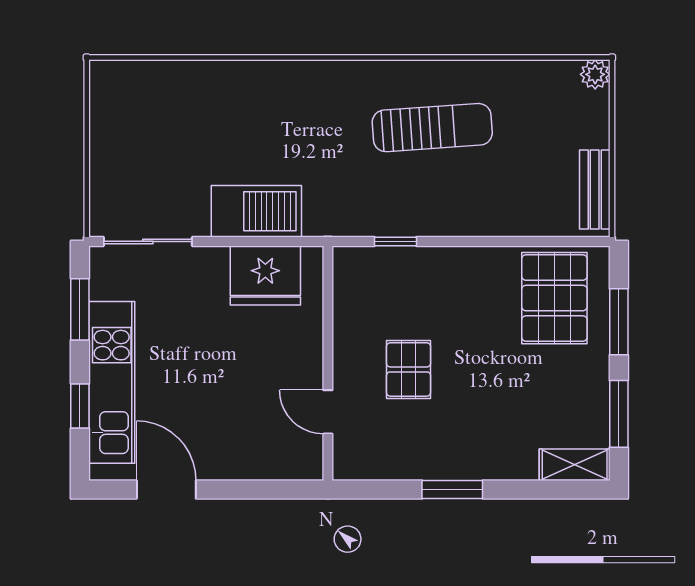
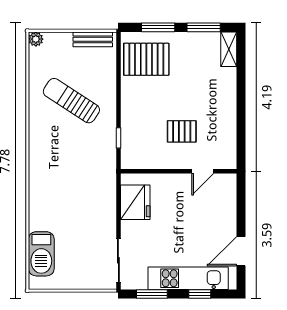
sun lounger: (432, 128) -> (71, 101), moved, turned -53
barbecue: (256, 211) -> (41, 254), moved, turned 180
window: (452, 489) -> (241, 110), removed

